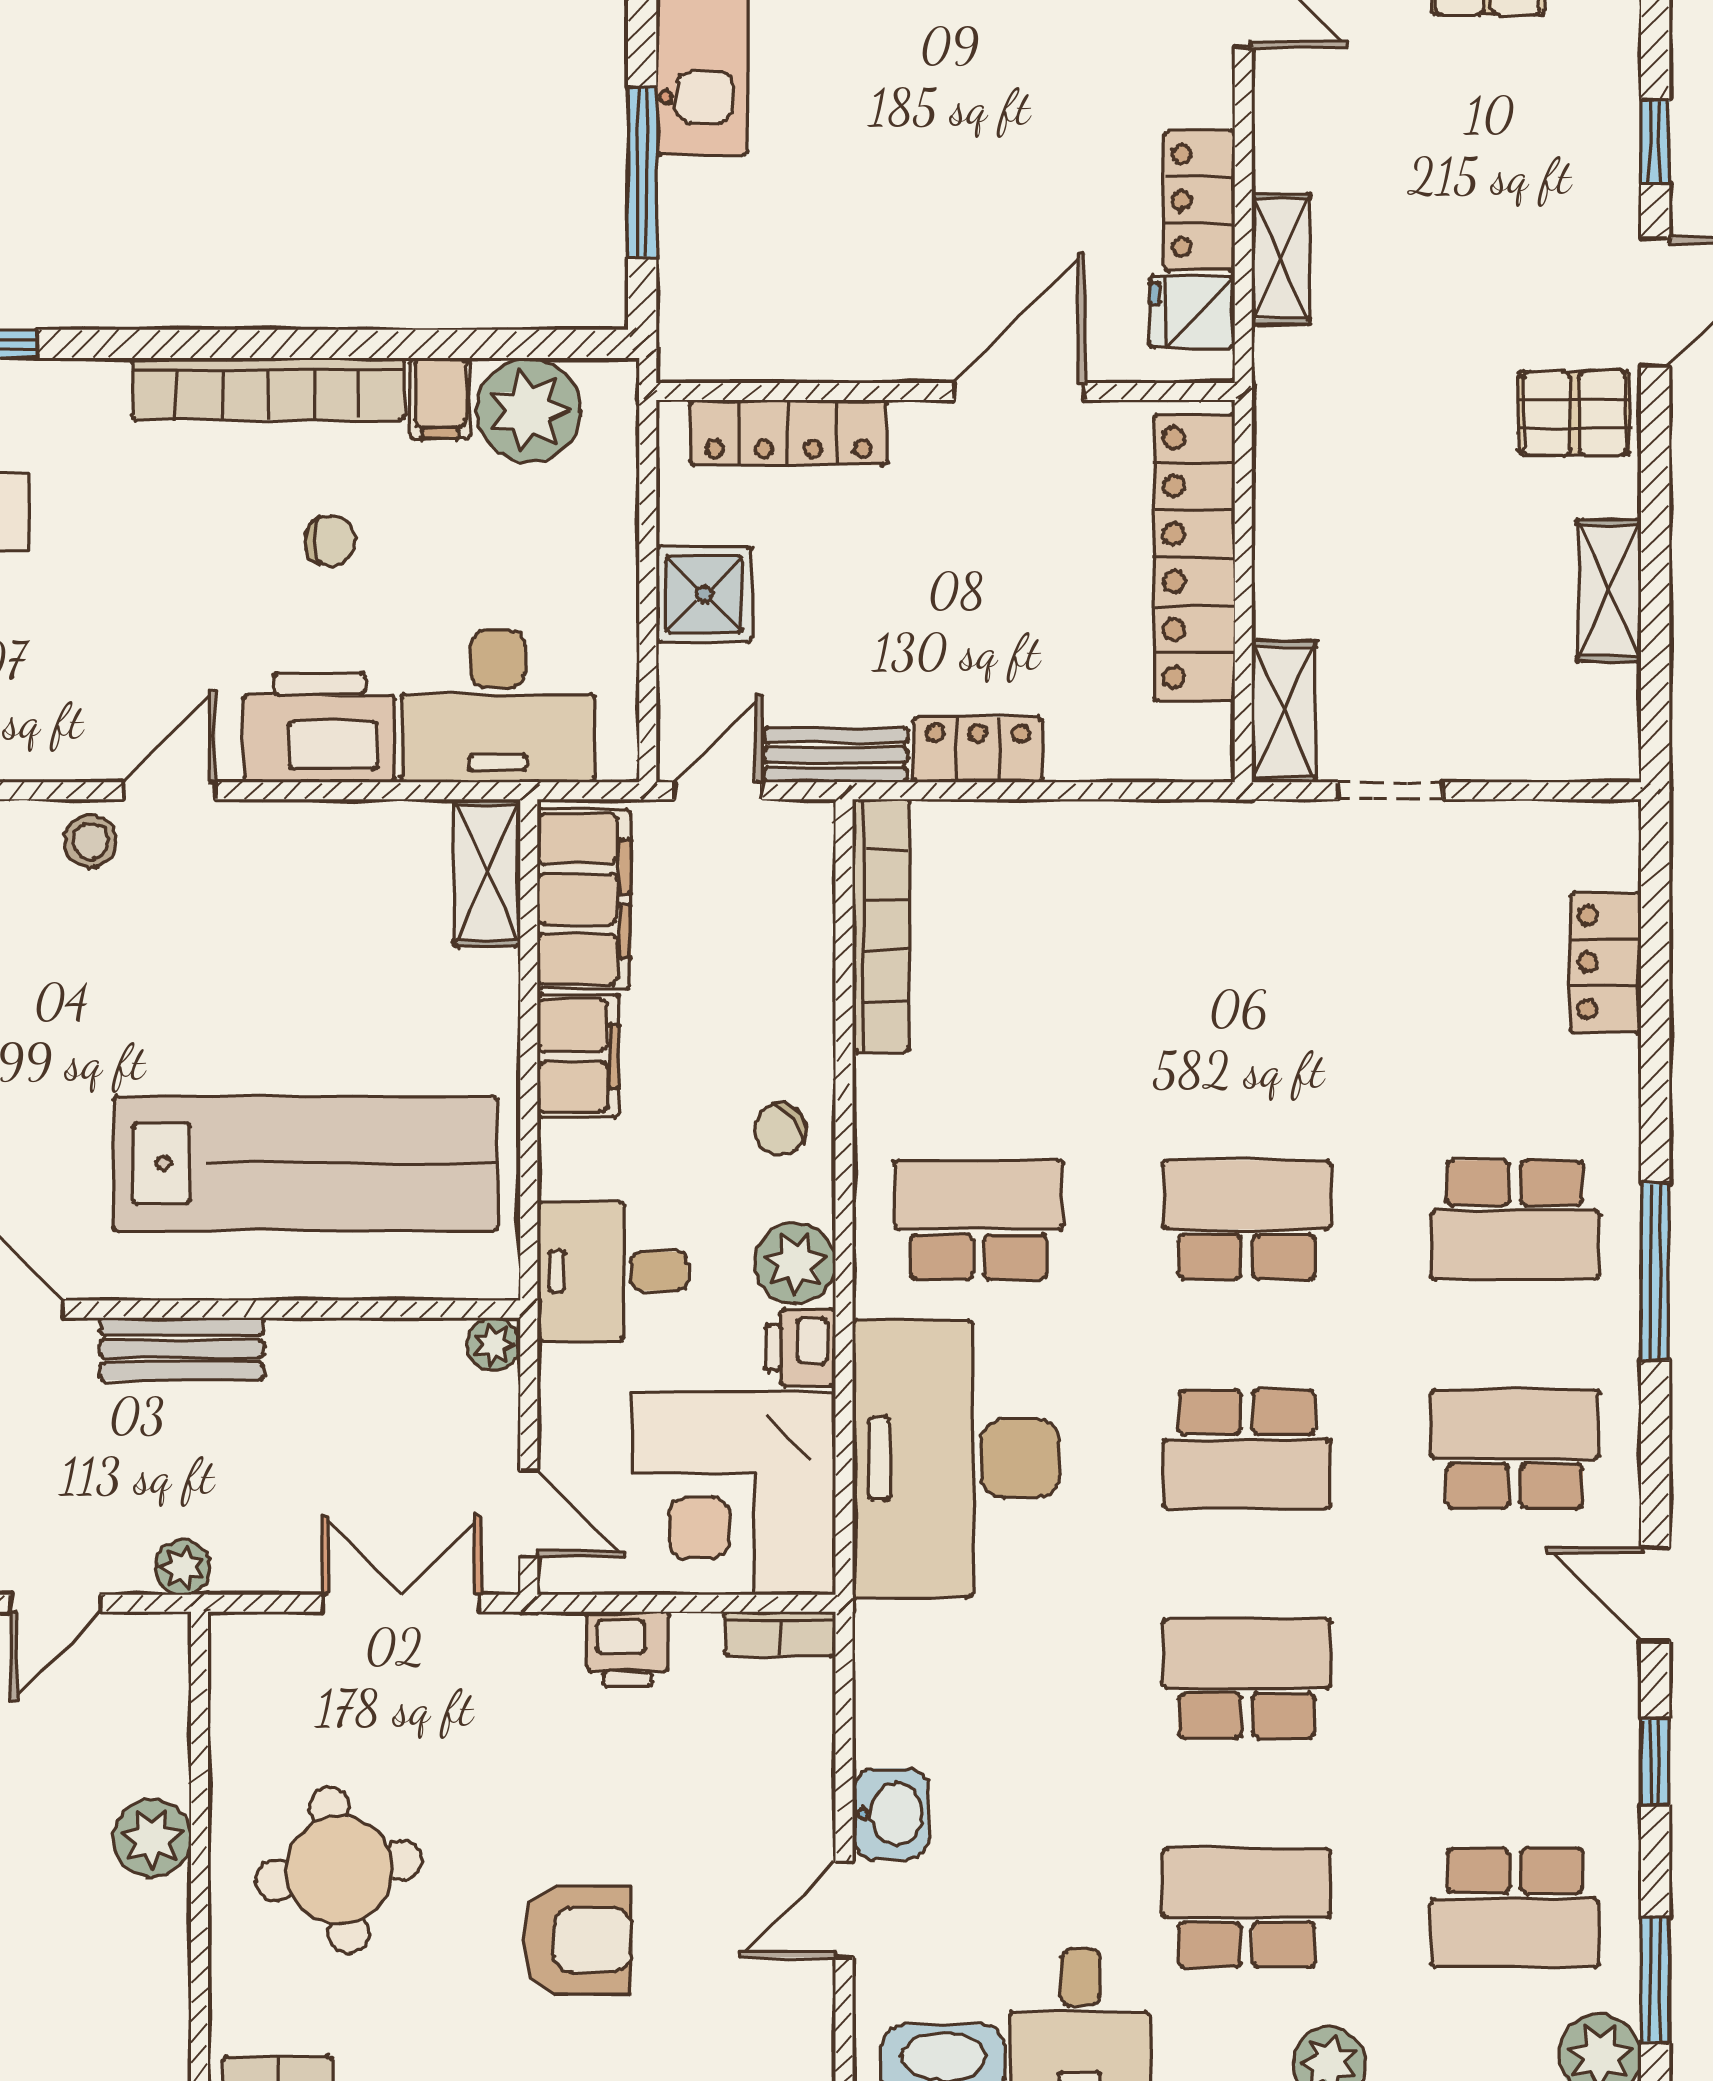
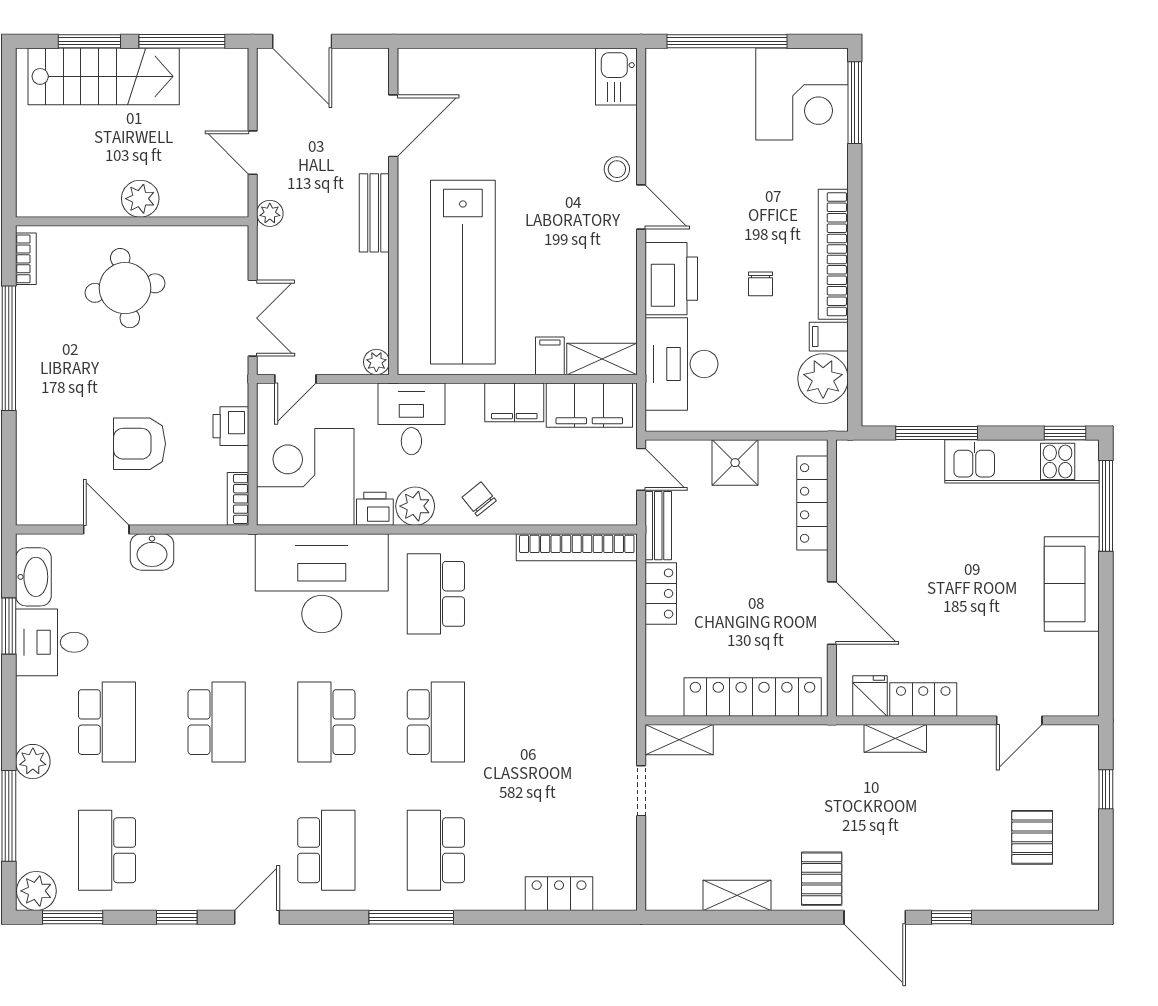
filing cabinet: (481, 981) -> (550, 356), added
school desk: (979, 1220) -> (436, 594), turned 180
armchair: (577, 1940) -> (140, 444), moved, turned 90

